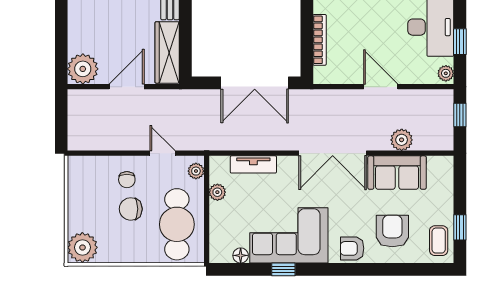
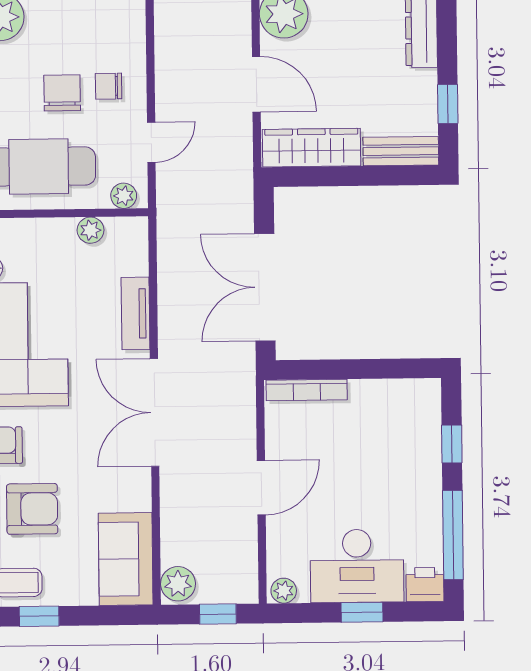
bookcase: (320, 40) -> (307, 390), moved
window: (460, 42) -> (362, 612), moved
plant: (402, 140) -> (178, 584), moved
tv unit: (253, 164) -> (136, 313), moved
sofa: (397, 173) -> (126, 559), moved

